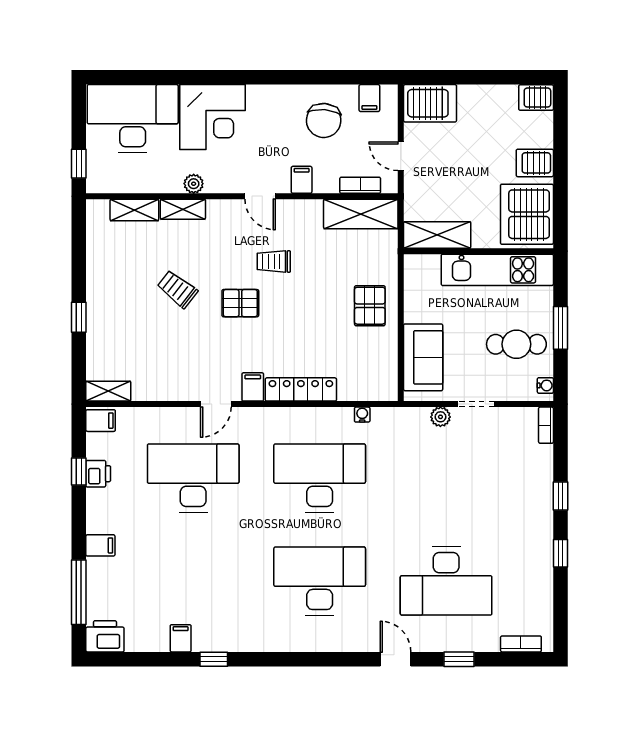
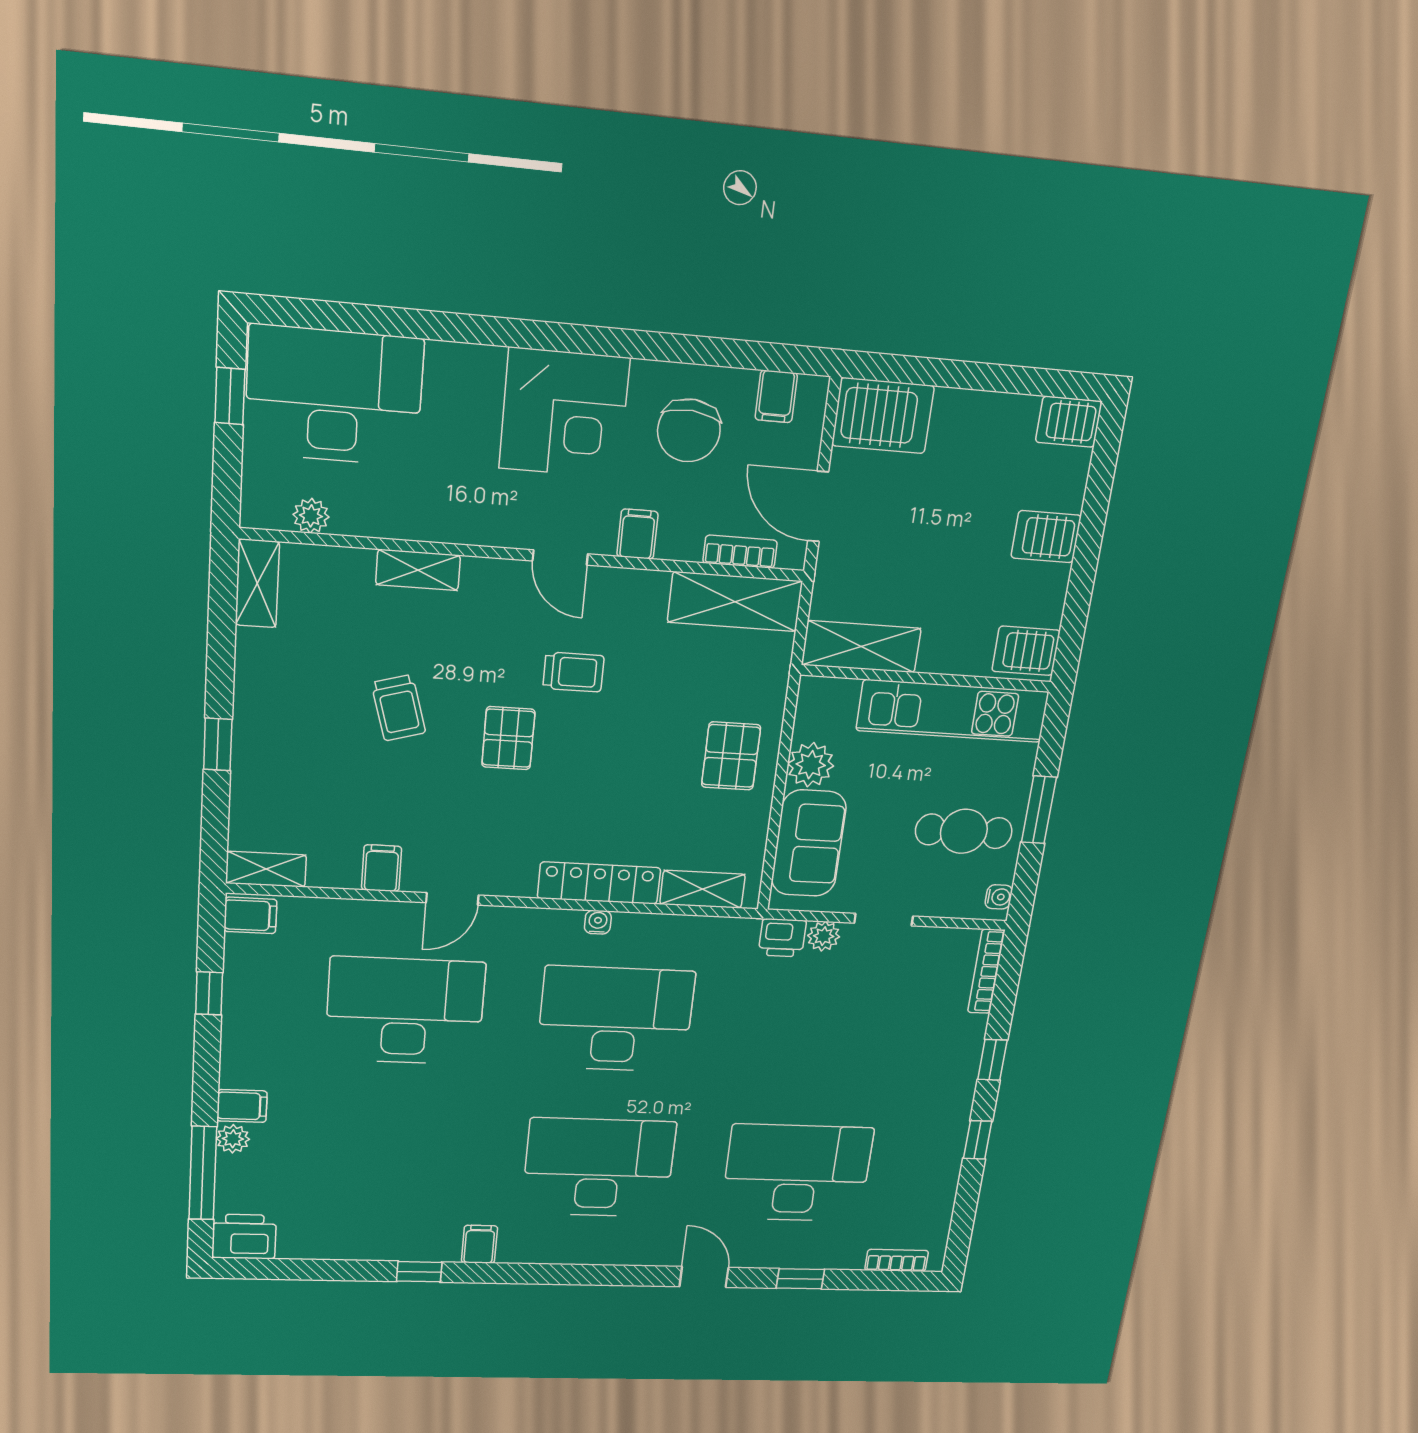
corner desk: (213, 117) -> (564, 413), moved
door: (401, 156) -> (818, 506), width x1.38
window: (79, 164) -> (230, 396), moved
plant: (194, 184) -> (311, 516), moved
shelving: (134, 210) -> (257, 583), moved, turned 90
server rack: (527, 214) -> (1026, 651), width x0.46, depth x0.70
trolley: (274, 261) -> (573, 672), turned 180
trolley: (177, 289) -> (398, 708), turned -144
pallet: (240, 303) -> (508, 738), turned 90
plant: (417, 308) -> (811, 765), added
filing cabinet: (253, 387) -> (382, 868), moved
shelving: (363, 390) -> (702, 889), added
water cooler: (362, 415) -> (598, 922), moved
bookcase: (546, 425) -> (986, 971), width x1.56
printer: (98, 474) -> (782, 938), moved, turned 90
plant: (96, 568) -> (233, 1139), added
desk: (446, 581) -> (797, 1173), turned 180
filing cabinet: (181, 638) -> (479, 1244), moved

